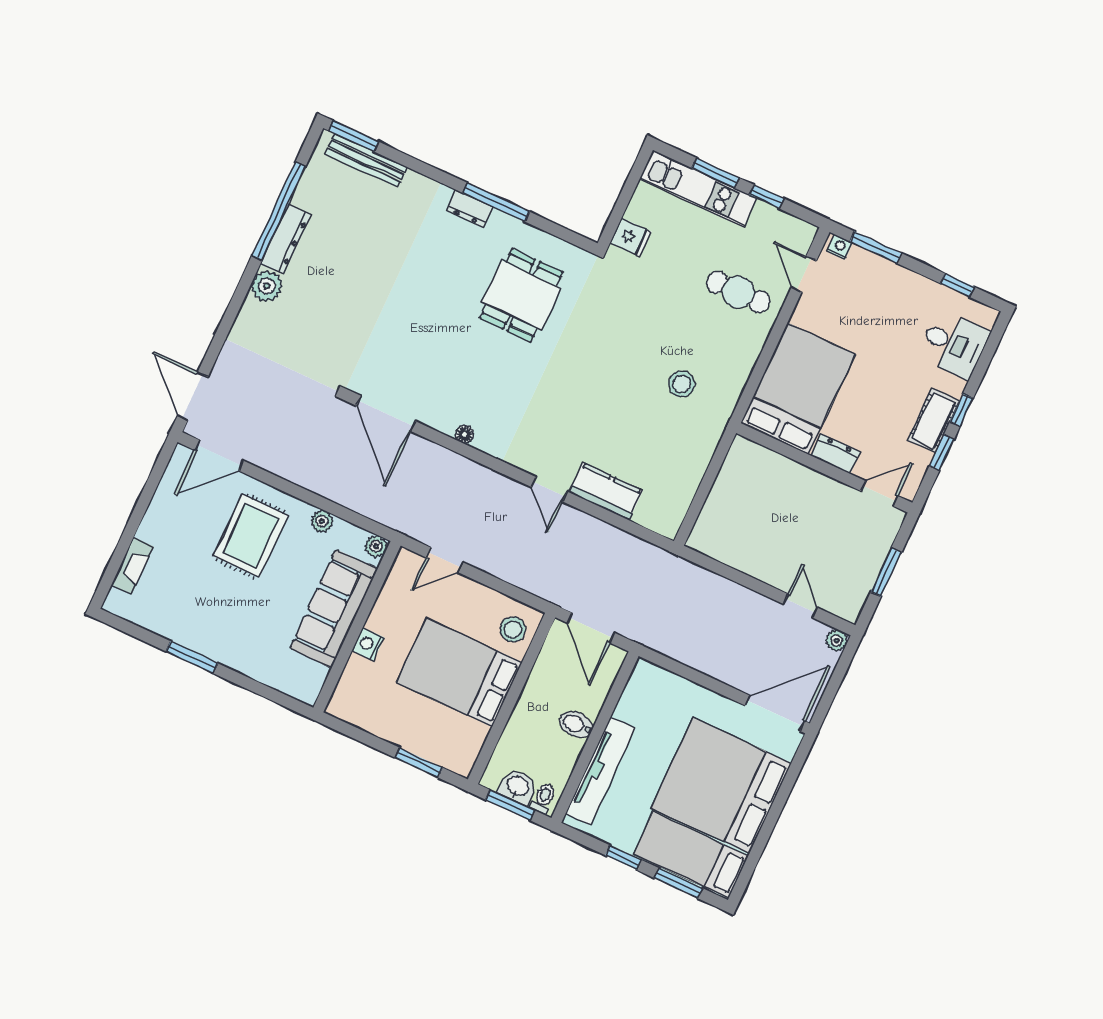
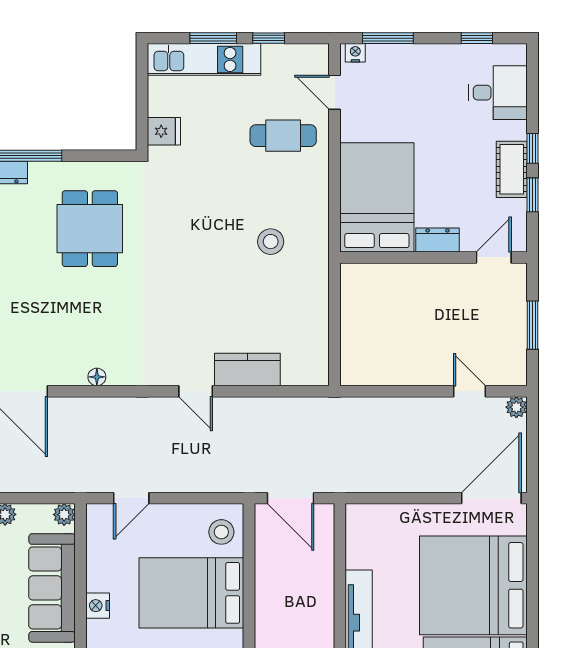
bidet: (576, 724) -> (318, 591), removed

